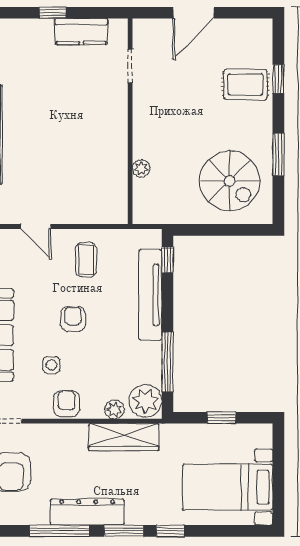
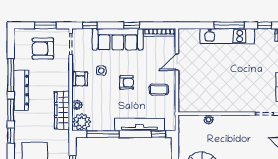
armchair: (66, 404) -> (80, 79), turned 90

